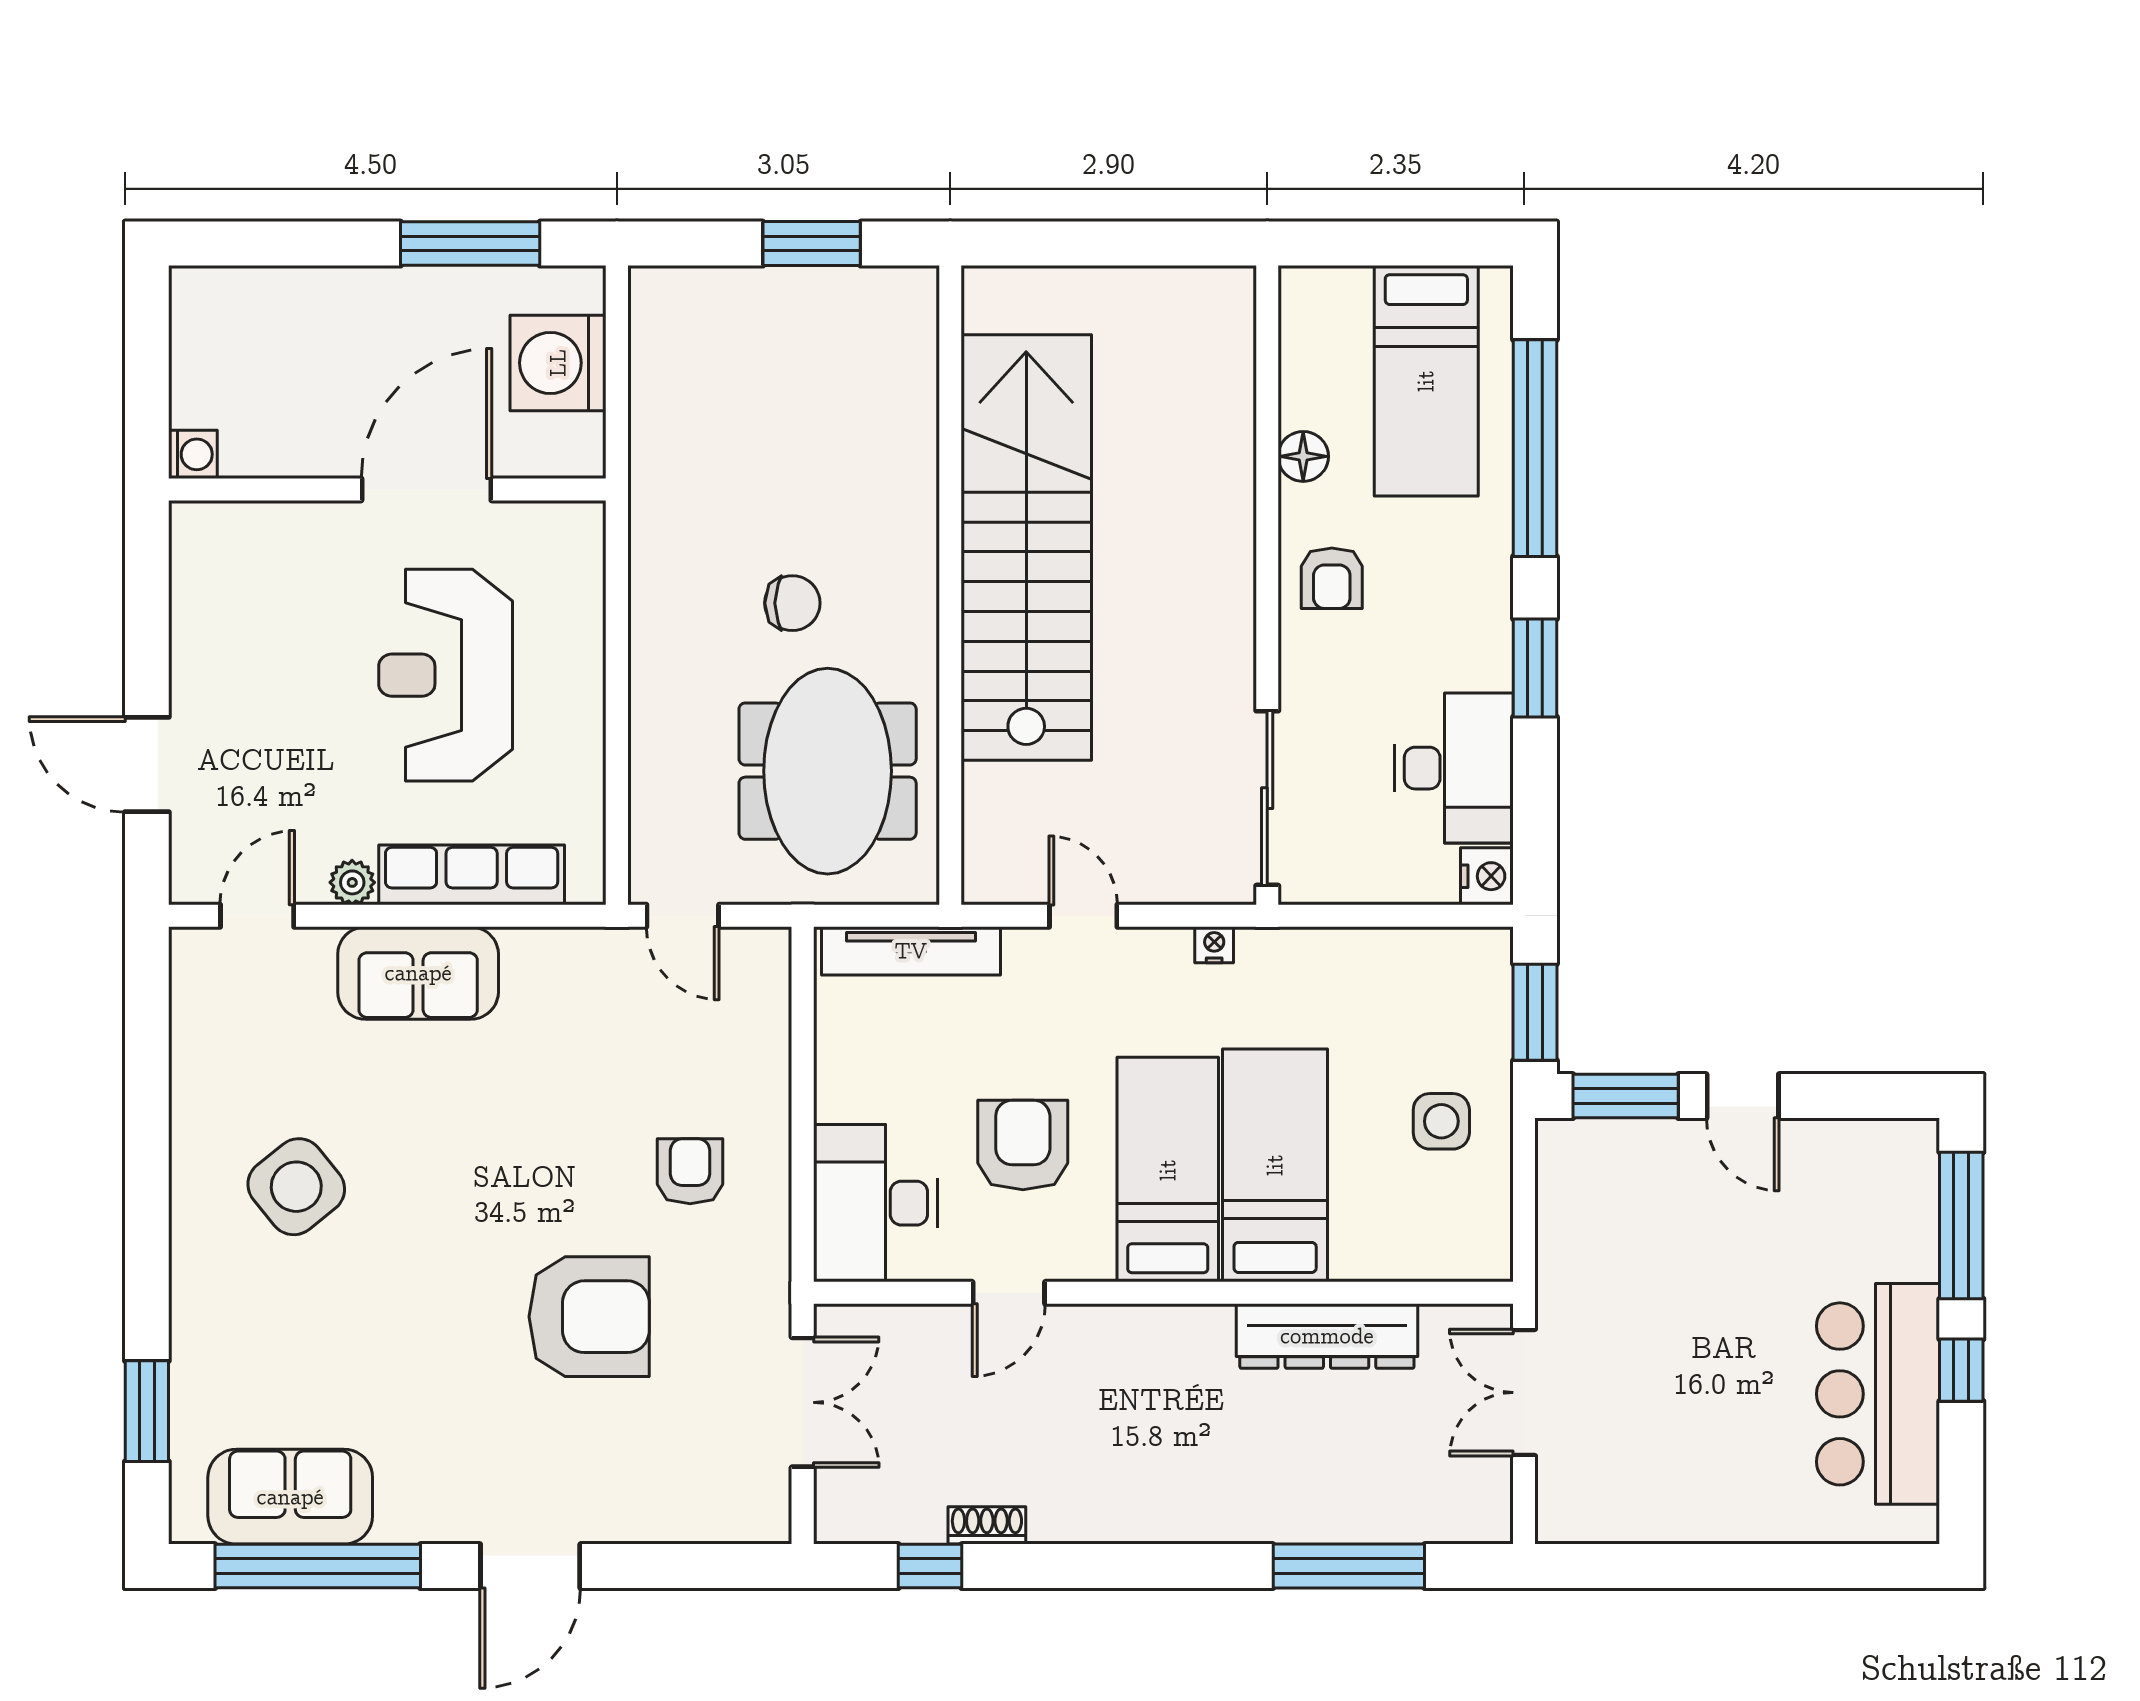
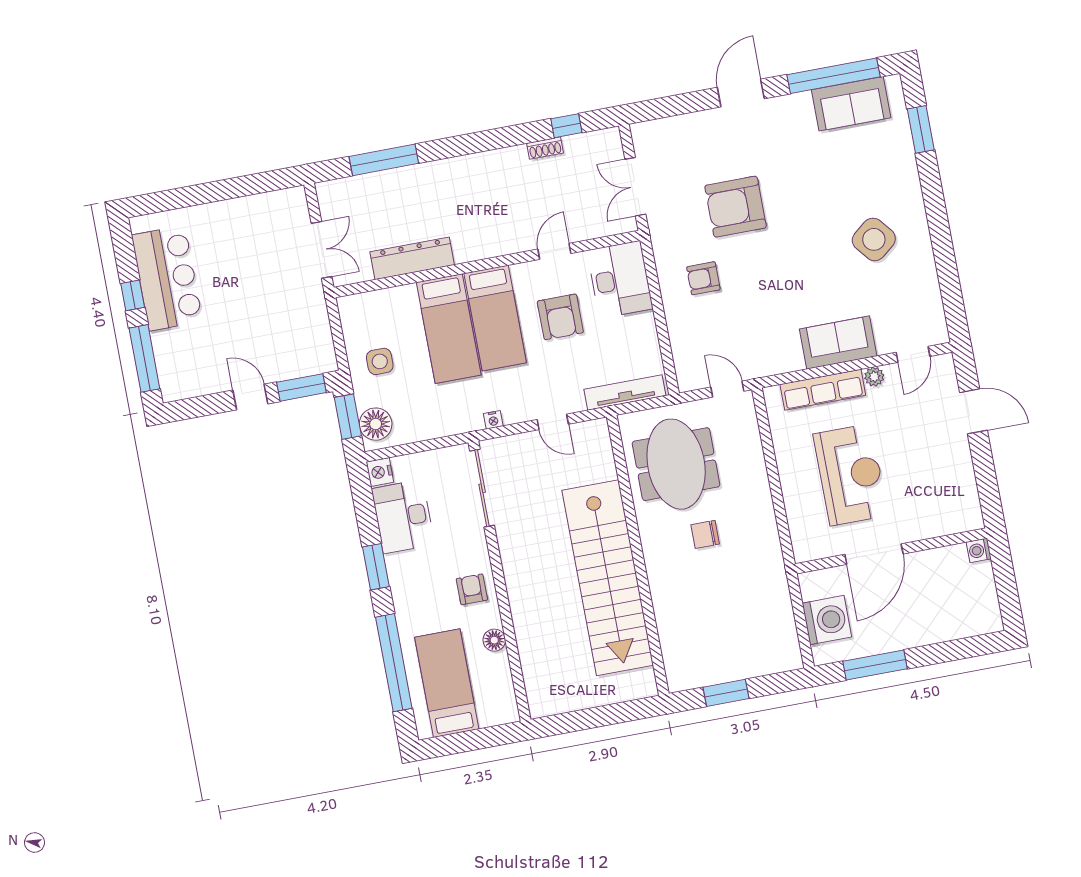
floor lamp: (1477, 984) -> (376, 424), added
armchair: (690, 1171) -> (703, 278), turned 90

